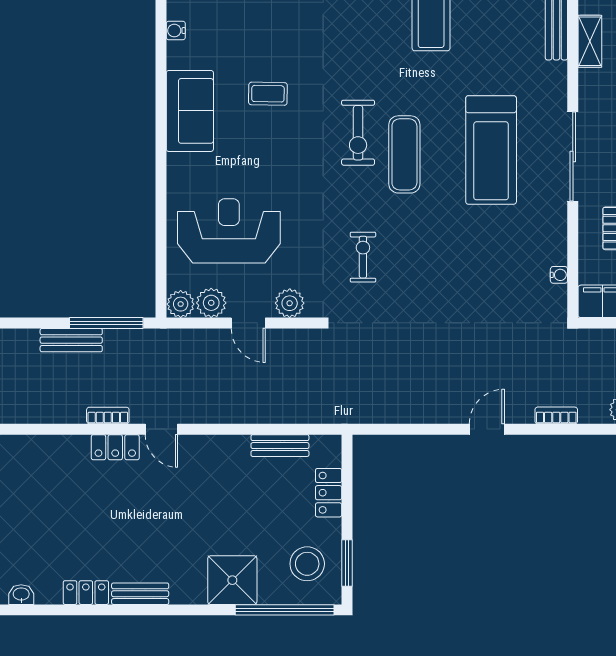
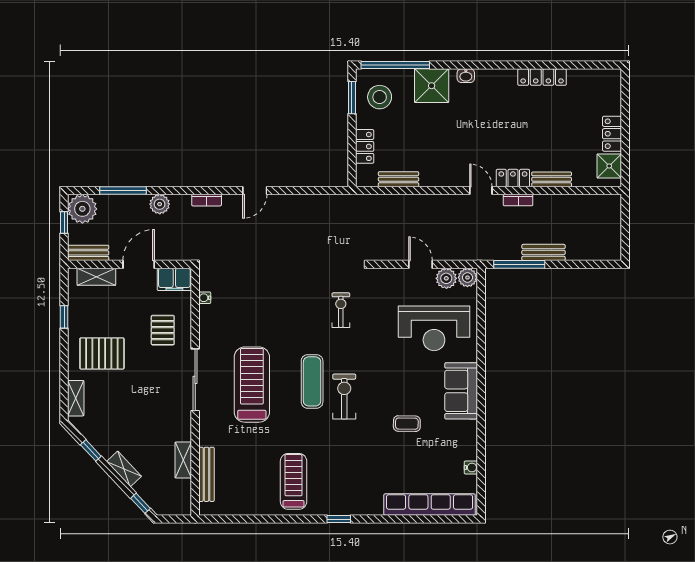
sofa: (190, 111) -> (461, 391), moved
exercise bike: (363, 257) -> (341, 310), turned 180
plant: (290, 303) -> (392, 278), removed
locker: (86, 593) -> (542, 77), width x1.53
bench: (140, 594) -> (552, 179), moved
washbasin: (21, 595) -> (466, 76), moved

